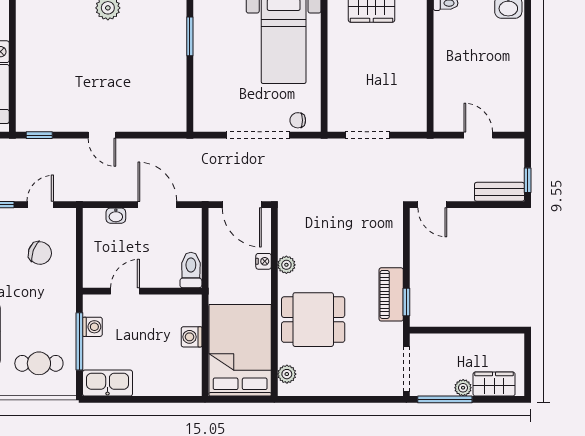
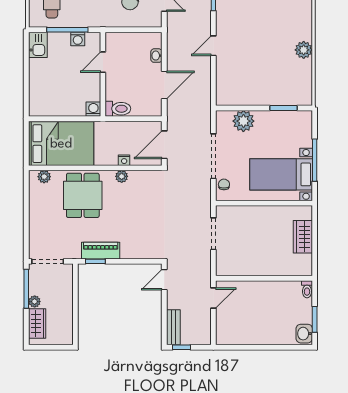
plant: (208, 93) -> (243, 121), added
door: (478, 135) -> (213, 298), moved
door: (125, 291) -> (103, 62), swing flipped
washing machine: (192, 337) -> (93, 109), moved
kitchen sink: (108, 383) -> (38, 45), width x0.73

